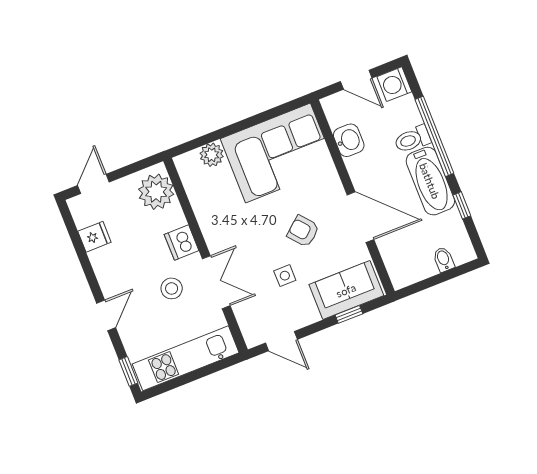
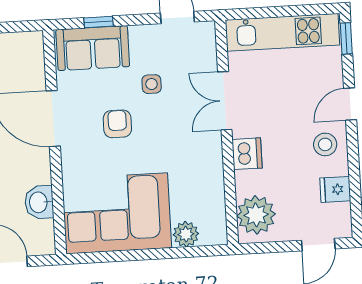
armchair: (303, 231) -> (117, 124), turned -140
stool: (172, 288) -> (325, 144), moved

